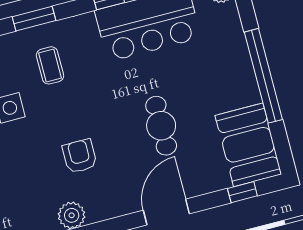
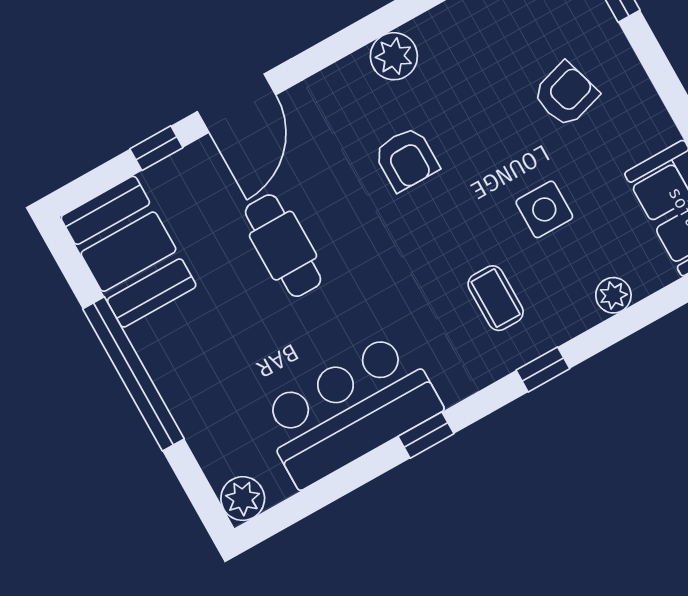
window: (34, 19) -> (543, 369), width x0.67
window: (242, 192) -> (156, 148), moved

